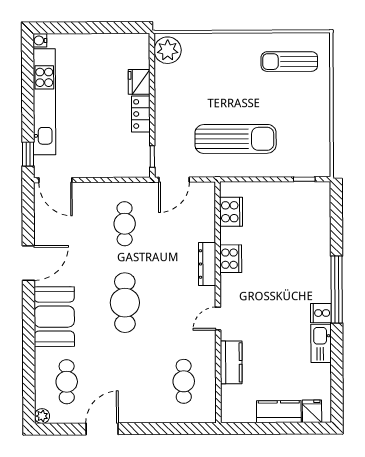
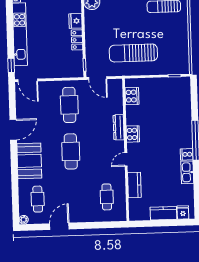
sun lounger: (236, 139) -> (133, 53), turned 180
door: (174, 180) -> (98, 78), hinge flipped
cafe table: (125, 224) -> (69, 105), width x1.37, depth x1.35
cooker: (231, 259) -> (133, 134), moved

